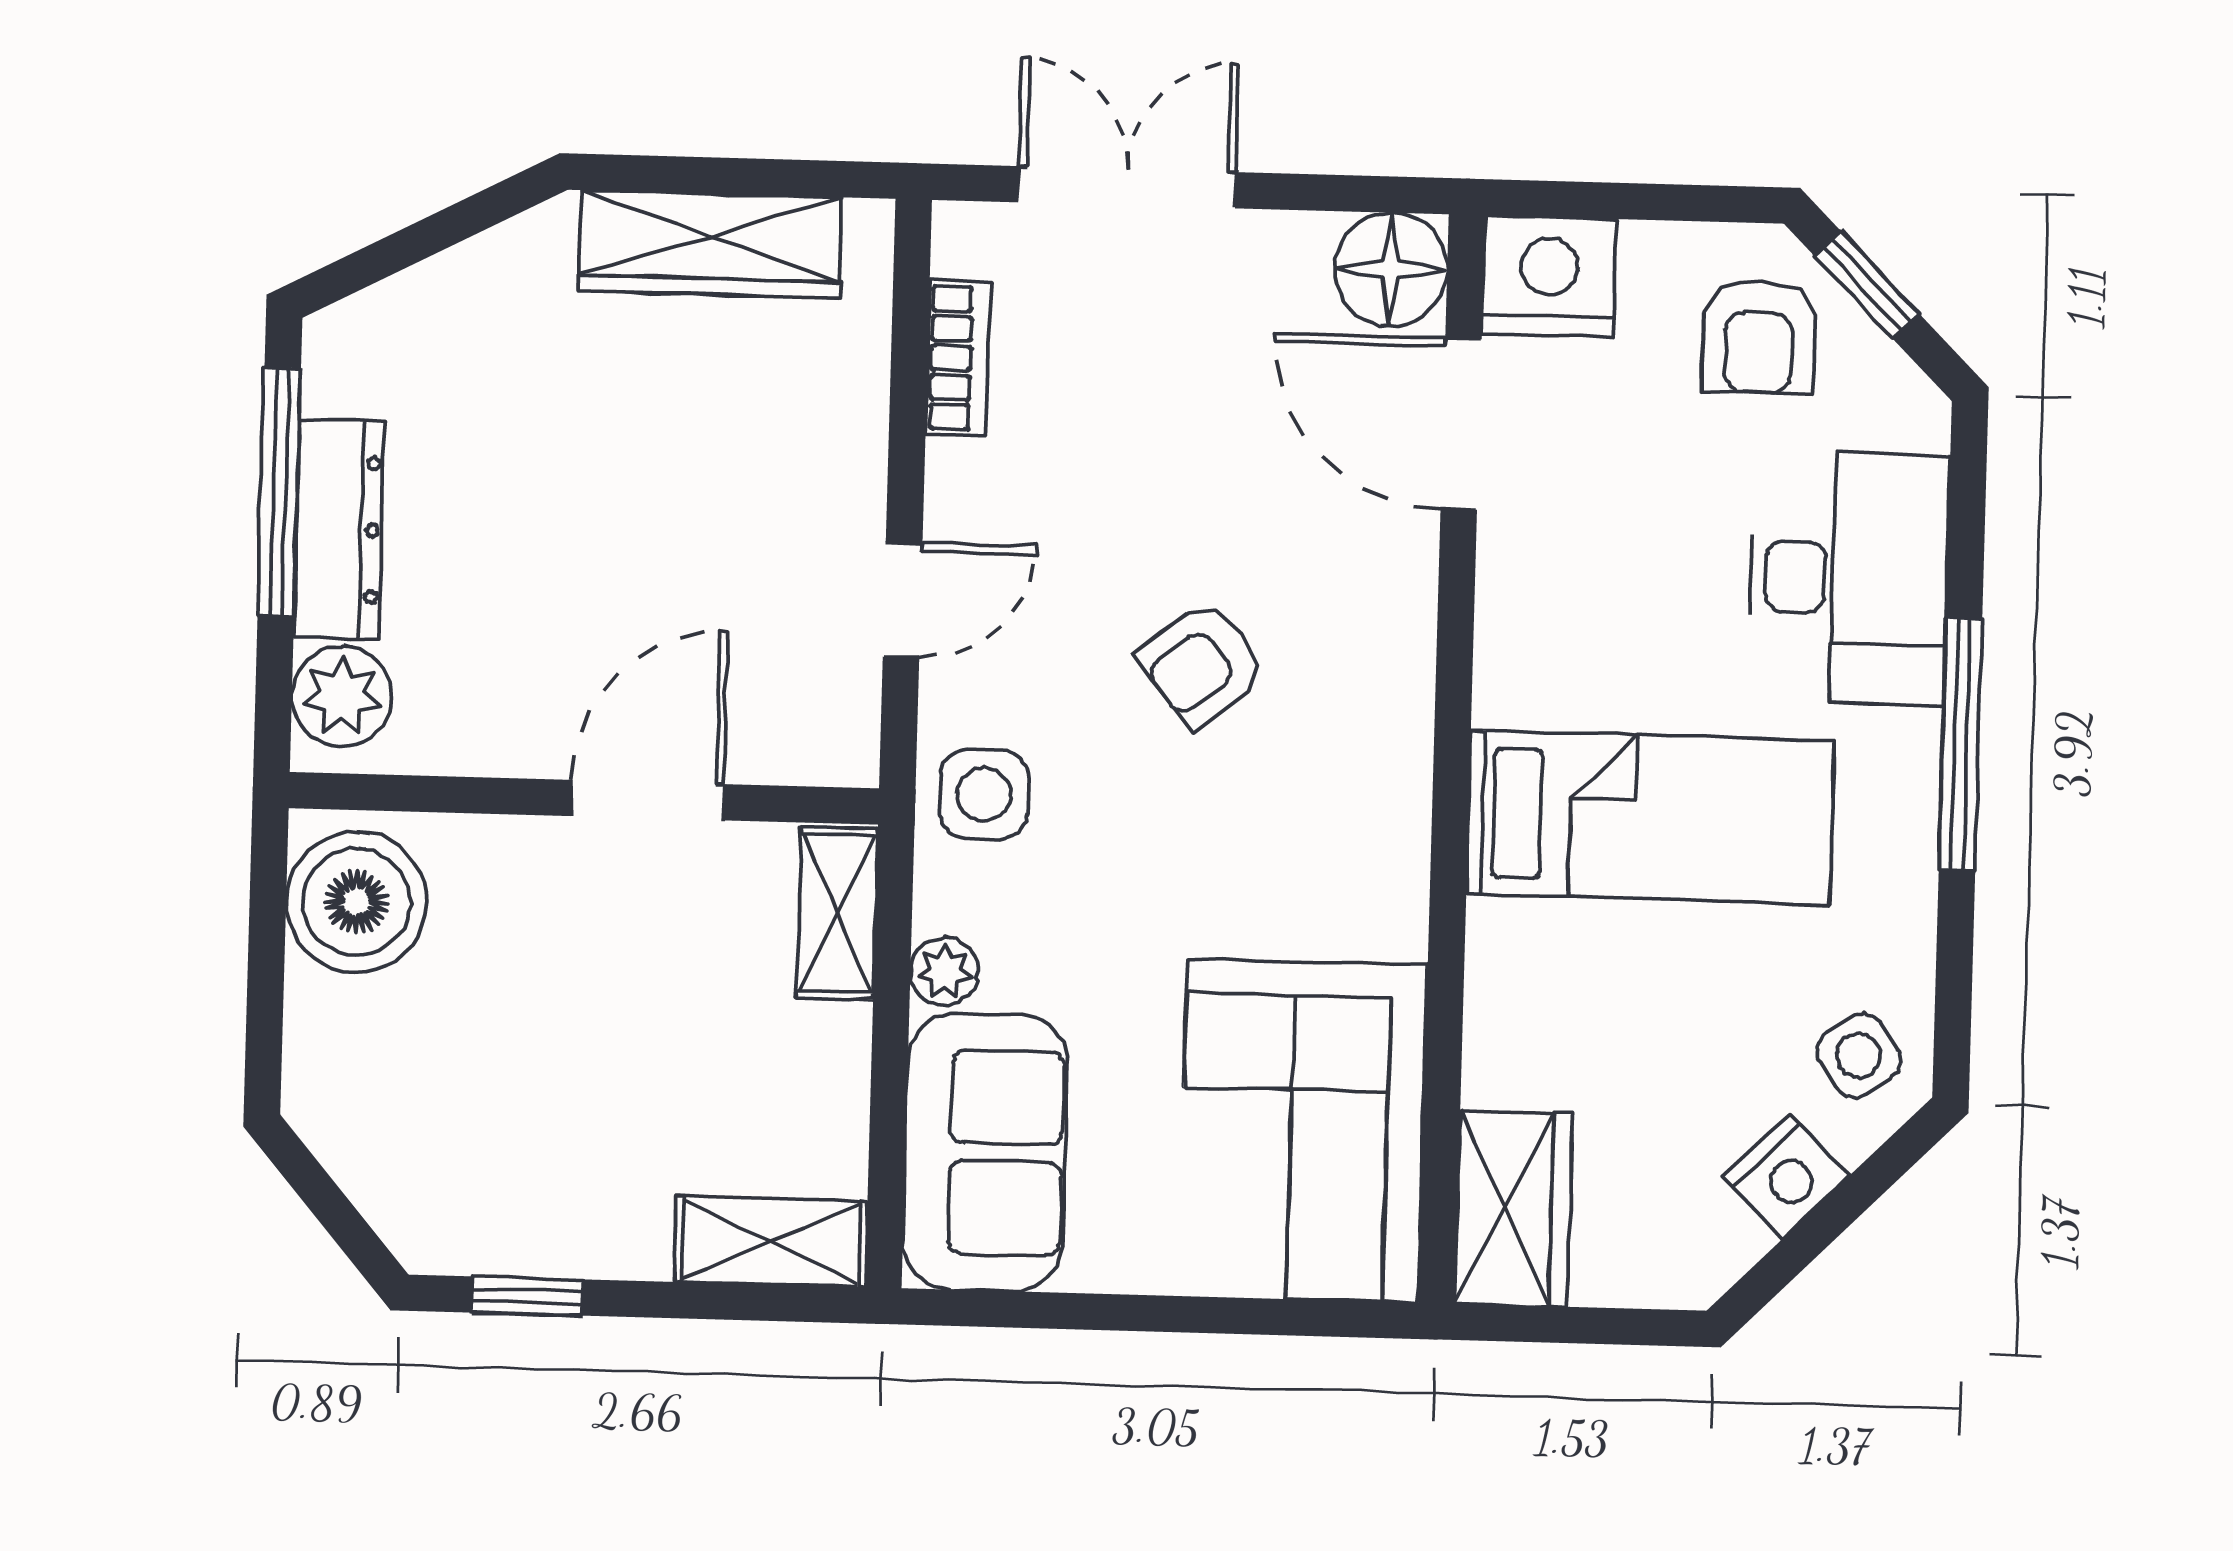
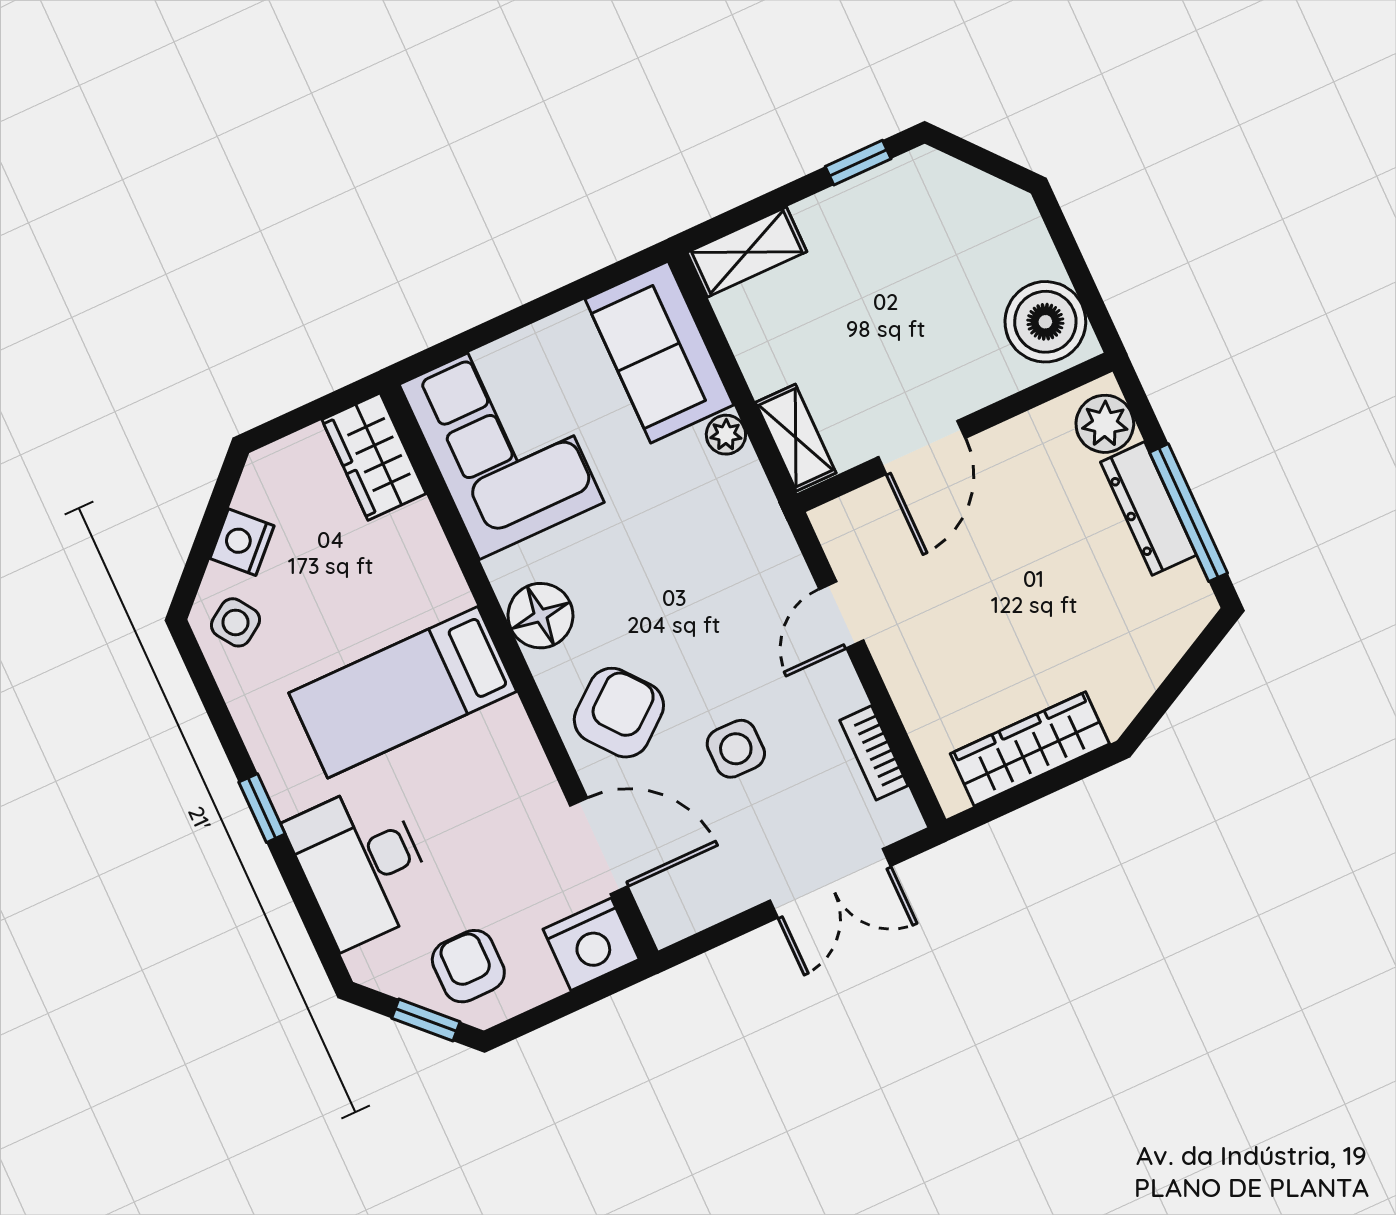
floor lamp: (1391, 269) -> (541, 616), moved
armchair: (1202, 664) -> (619, 713), moved, width x1.38, depth x1.38
window: (1960, 744) -> (262, 808), width x0.46
side table: (984, 794) -> (736, 749), moved

